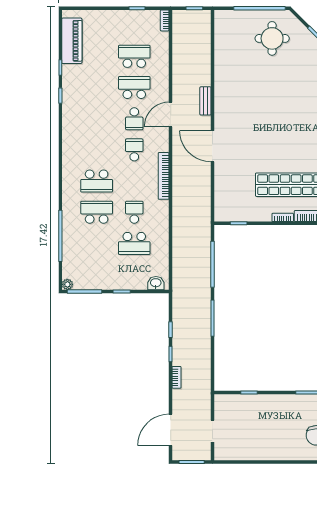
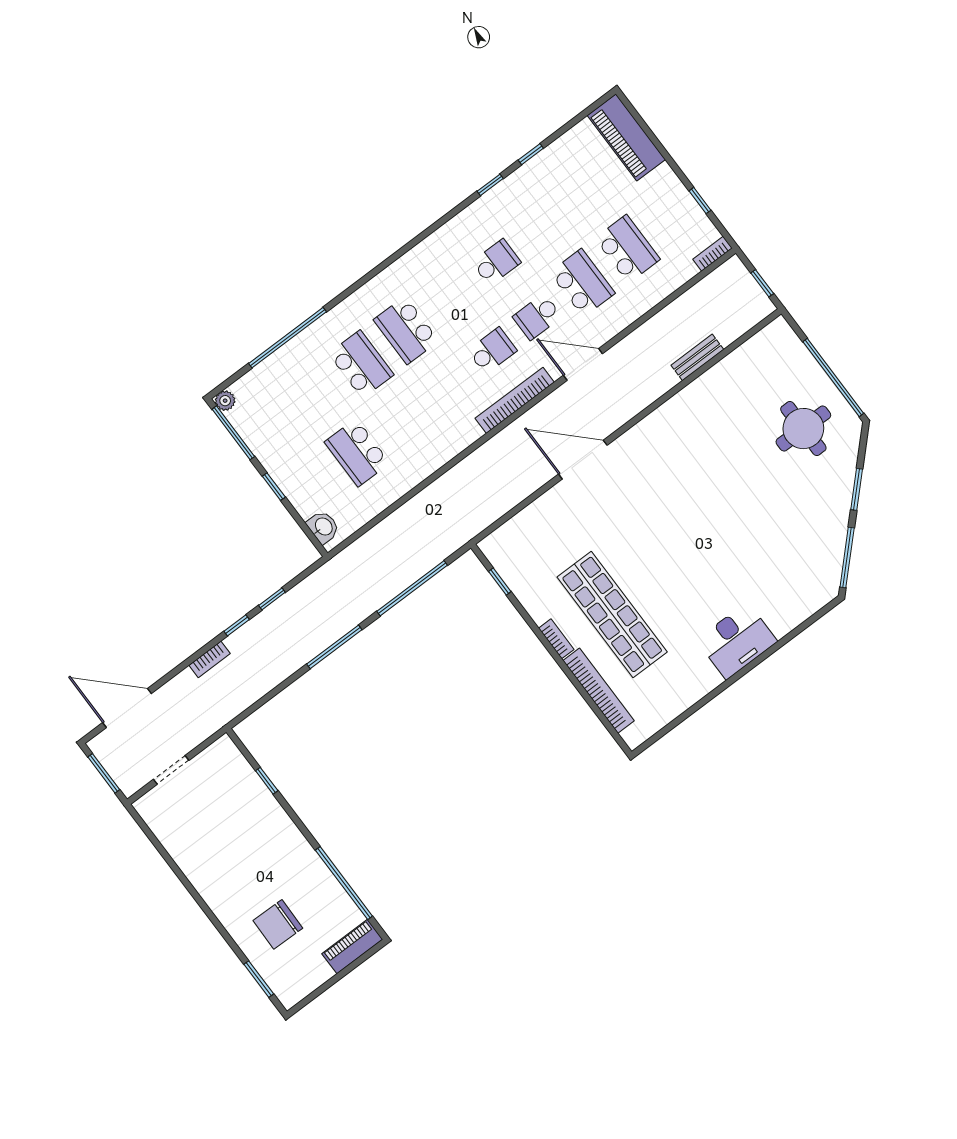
piano: (72, 41) -> (626, 137), moved, turned 90
bench: (205, 101) -> (697, 357), moved
door: (212, 146) -> (583, 460), hinge flipped
bookcase: (164, 176) -> (515, 400), moved
school desk: (134, 212) -> (496, 262), moved

